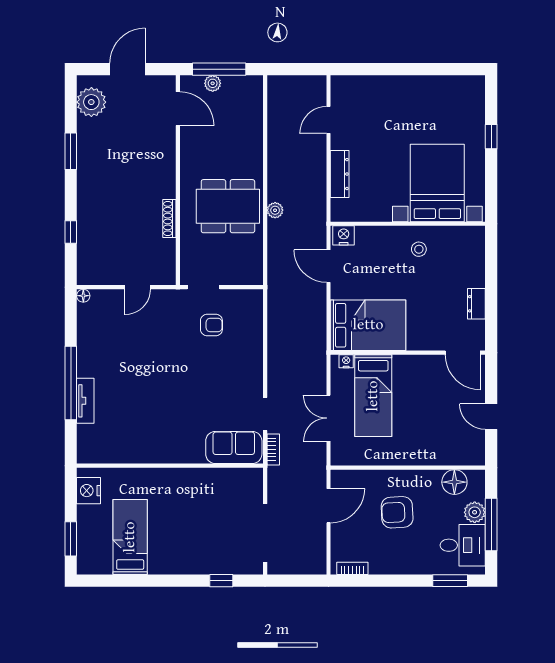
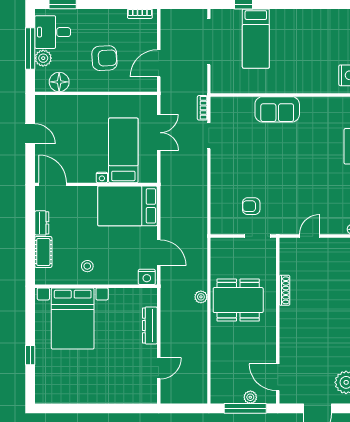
cot: (474, 267) -> (43, 252), added
nightstand: (346, 361) -> (102, 177), moved
sofa: (234, 447) -> (277, 109), moved
bed: (130, 537) -> (256, 39), moved

